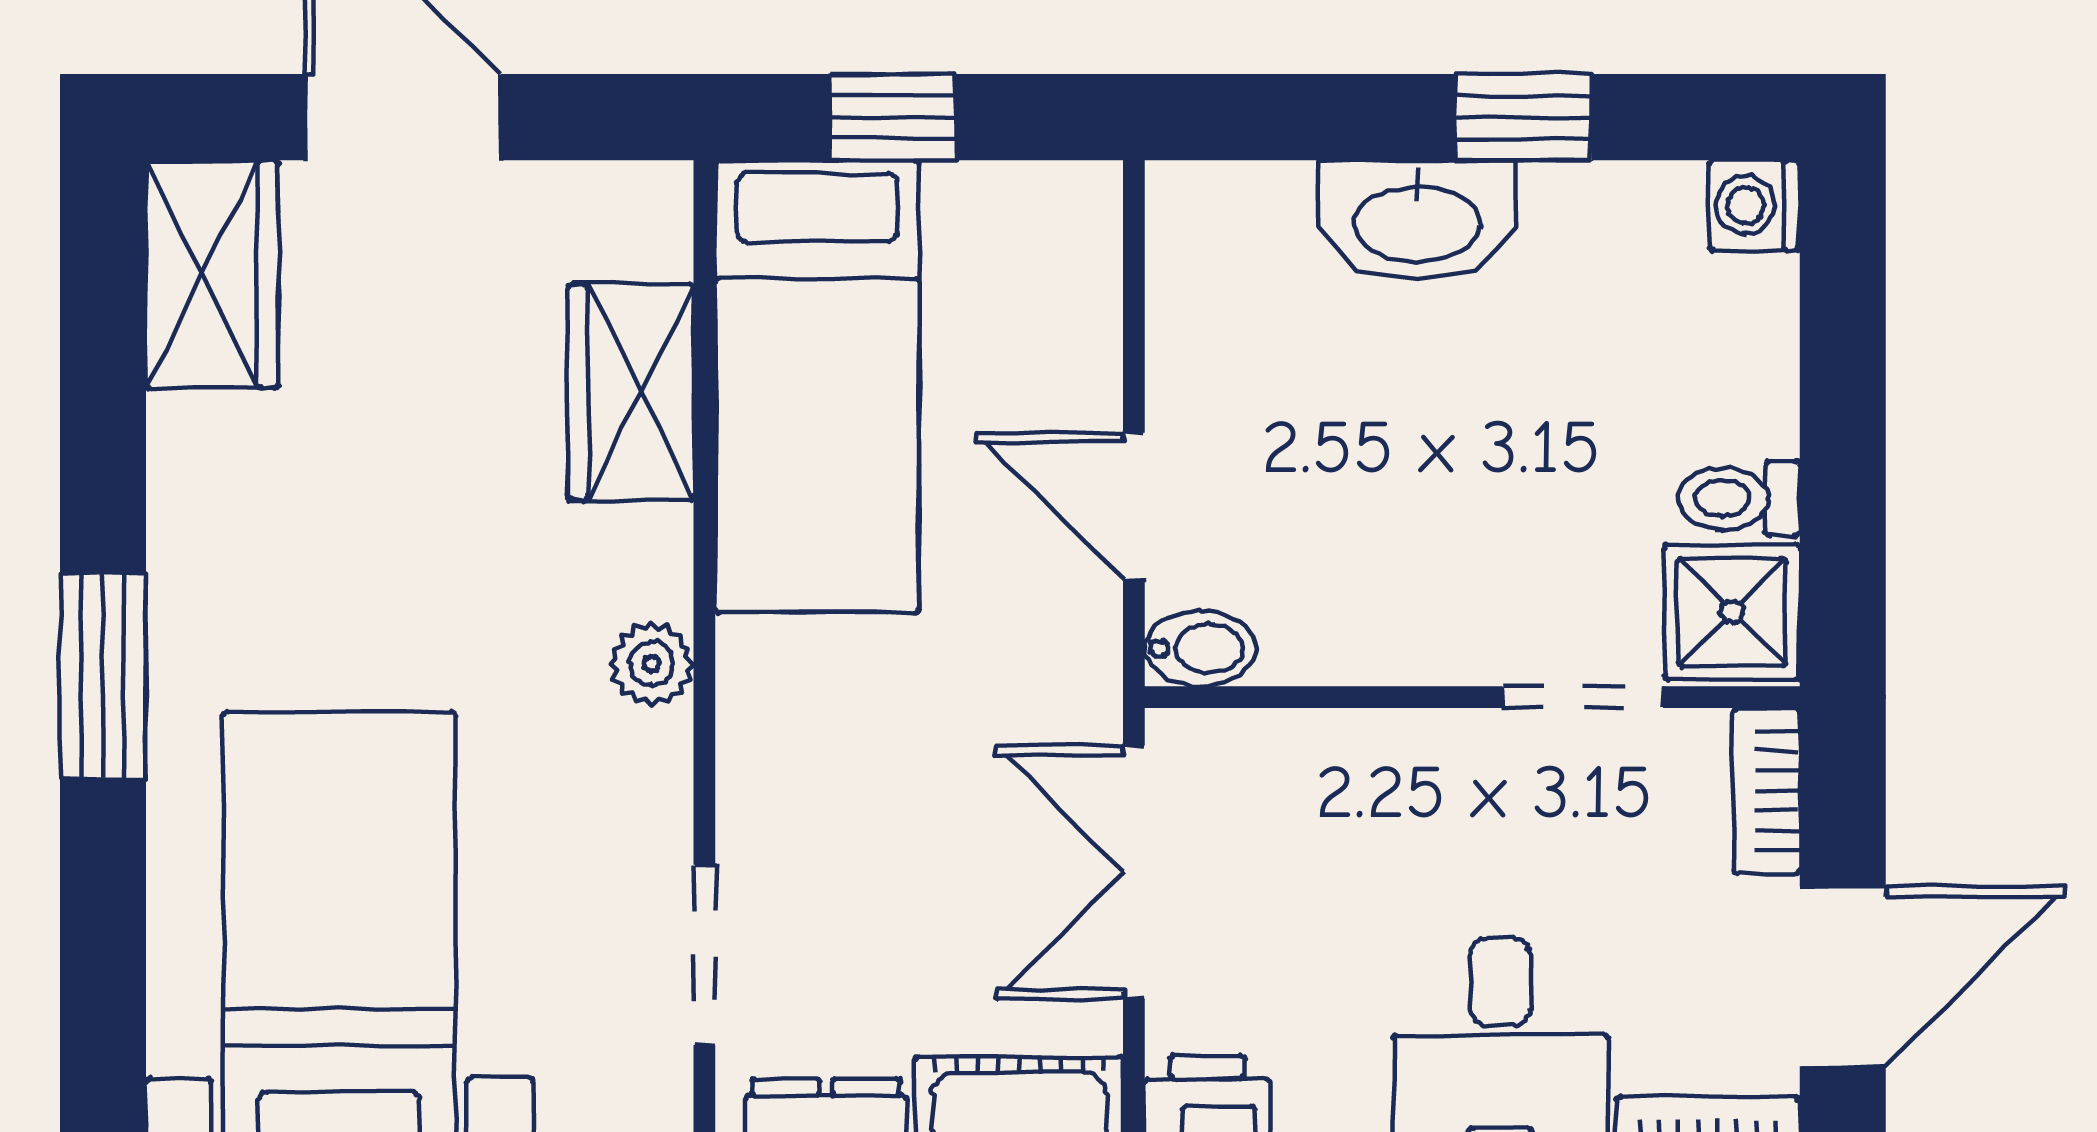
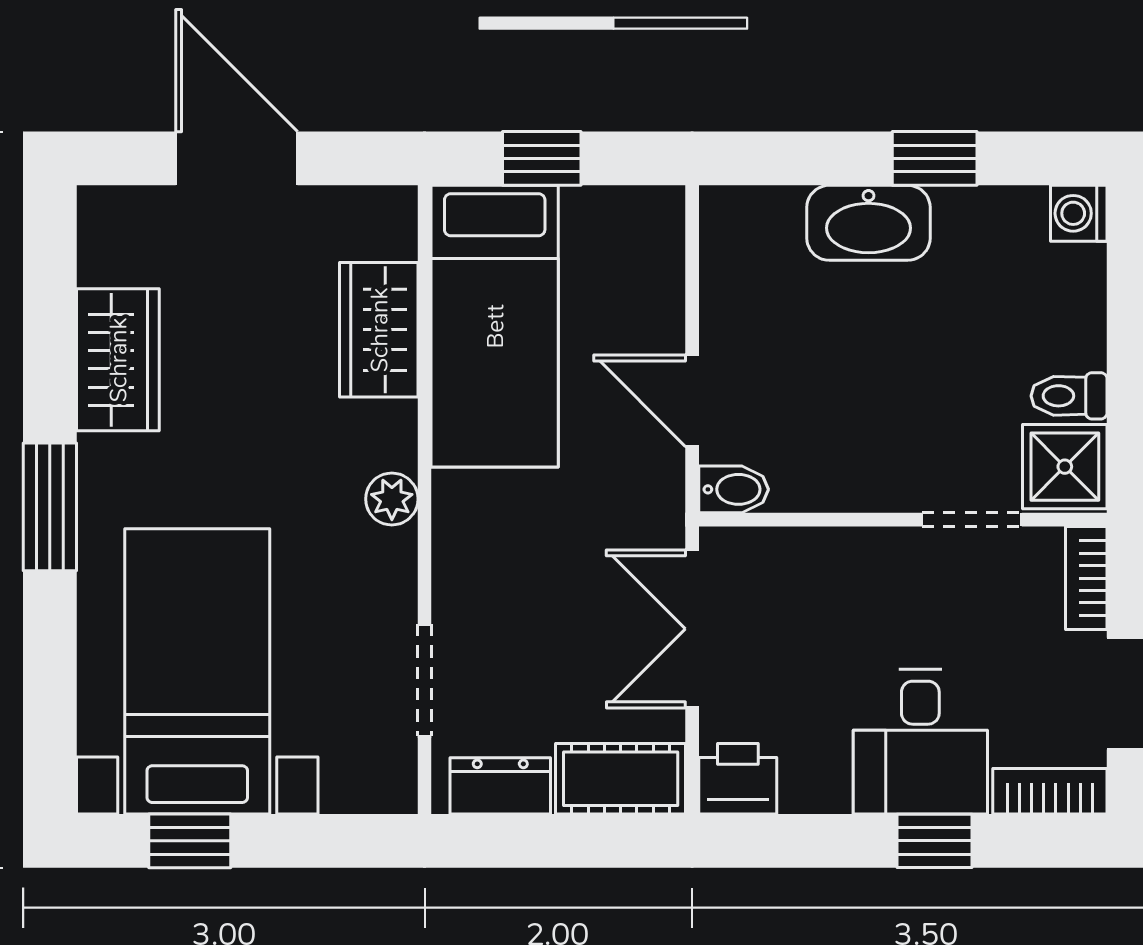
wardrobe: (212, 274) -> (118, 360), moved

